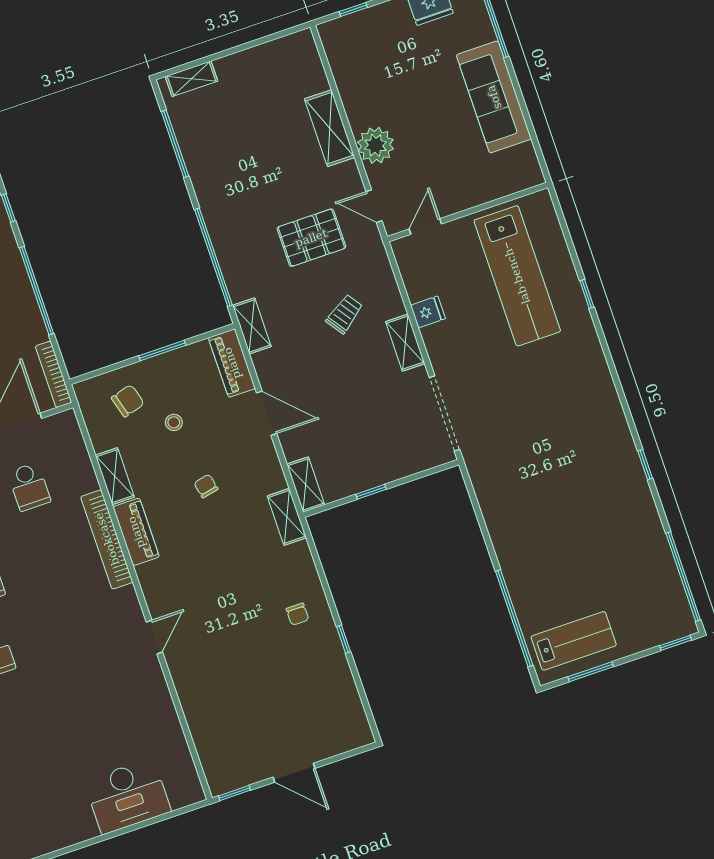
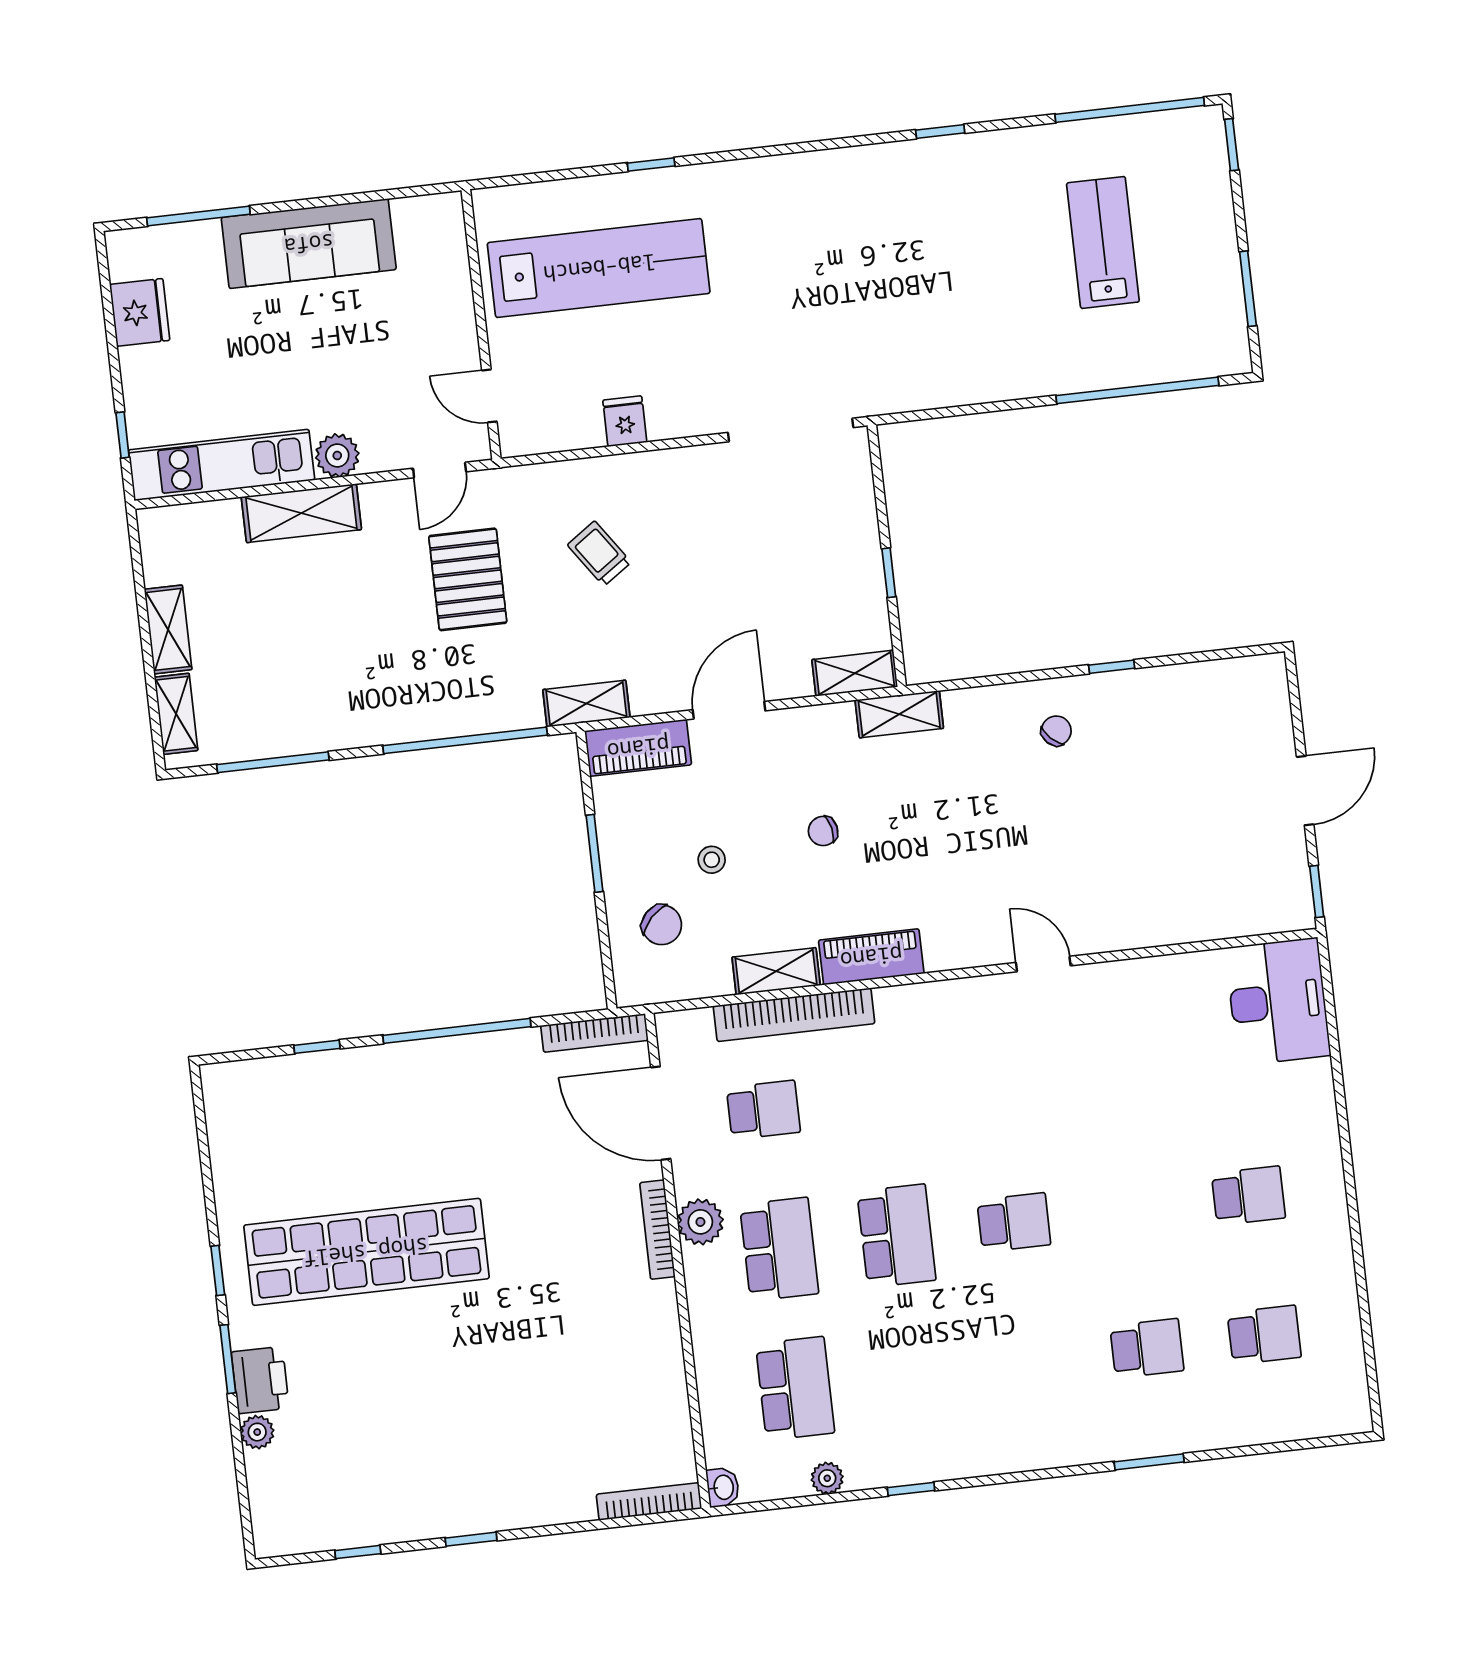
kitchen unit: (348, 73) -> (222, 465), added
plant: (375, 145) -> (337, 455), width x0.73, depth x0.73
shelving: (405, 343) -> (168, 629), moved, turned 90
chair: (128, 401) -> (662, 925), turned 150
bookcase: (107, 539) -> (794, 1015), moved
chair: (297, 614) -> (1056, 731), turned -45
lab bench: (574, 641) -> (1103, 242), moved
school desk: (41, 792) -> (1248, 1196), added
desk: (128, 796) -> (1278, 1001), moved

